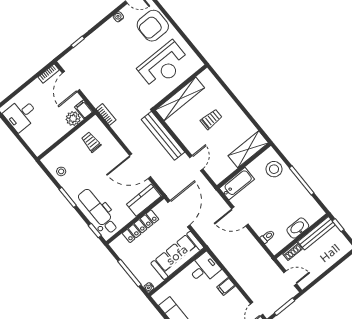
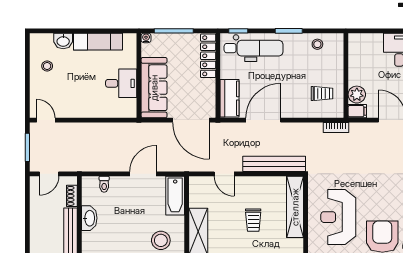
locker: (140, 226) -> (208, 56), moved
desk: (204, 268) -> (121, 83), moved, turned -90
filing cabinet: (226, 286) -> (89, 109), removed

